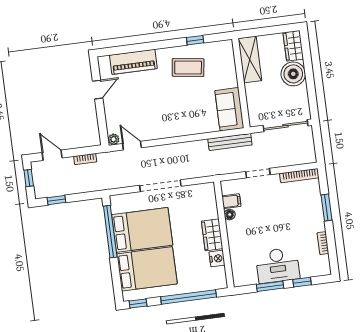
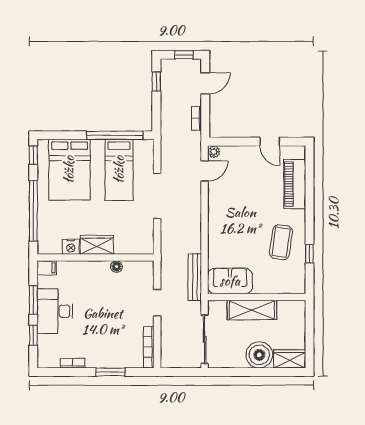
shelving: (250, 60) -> (252, 310), moved
filing cabinet: (231, 201) -> (47, 268), moved, turned -90
bed: (142, 230) -> (119, 170), width x0.67

